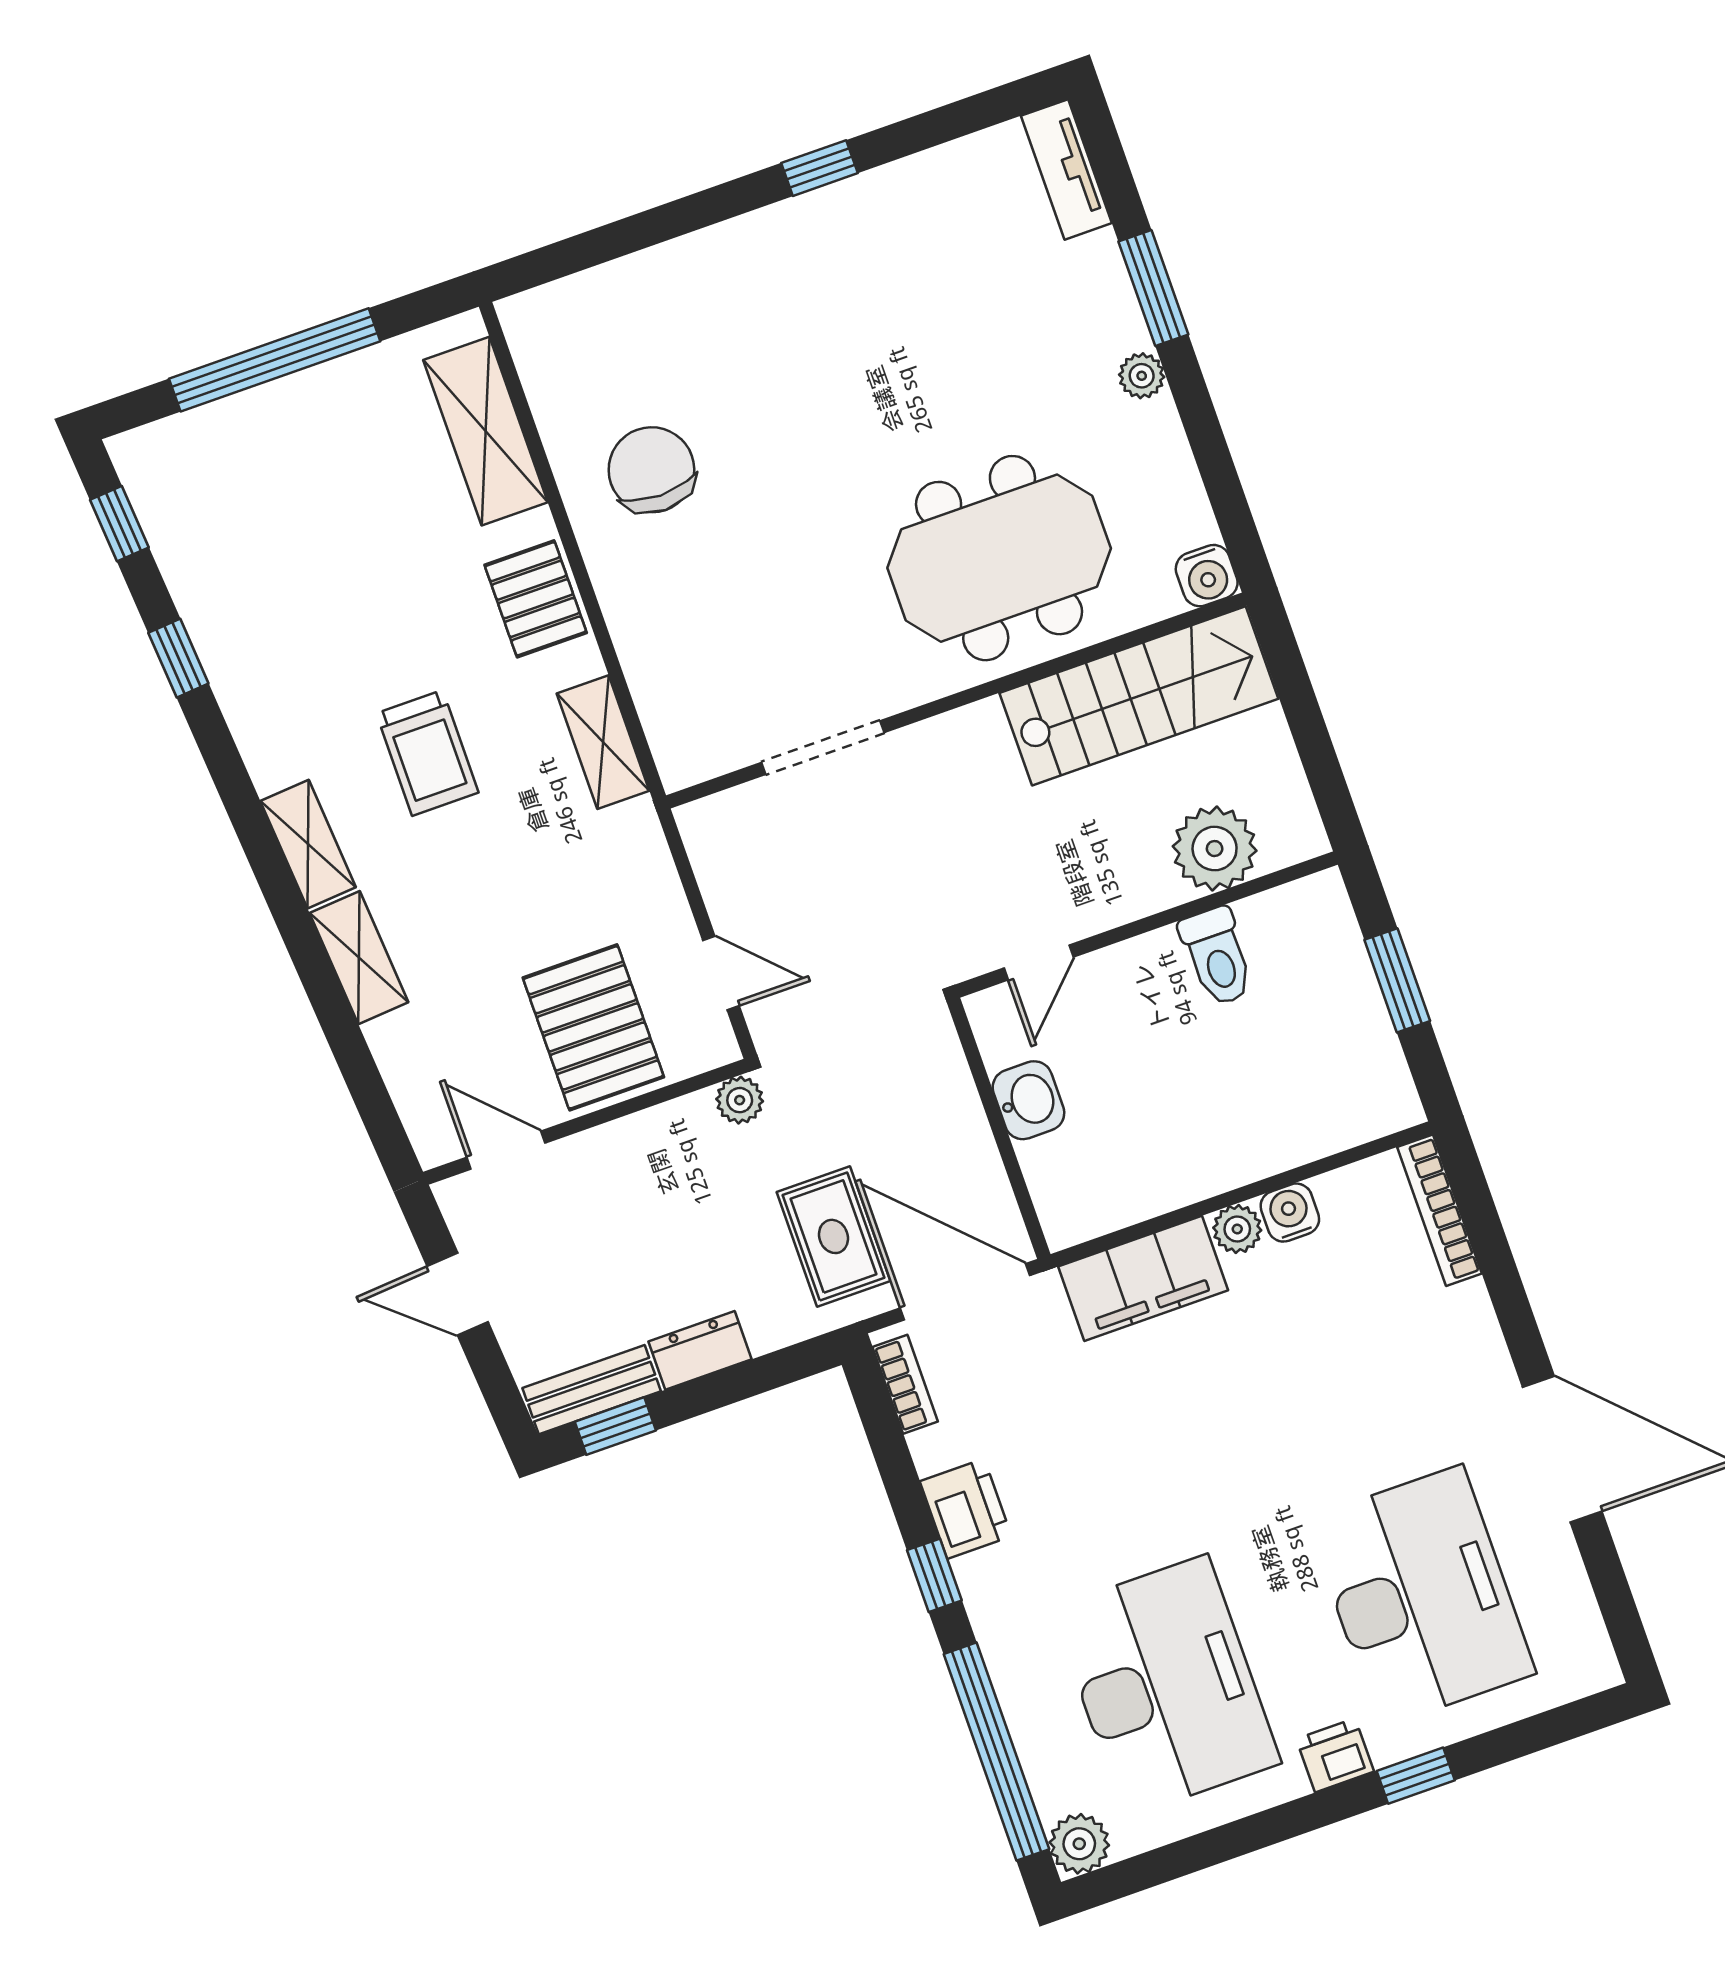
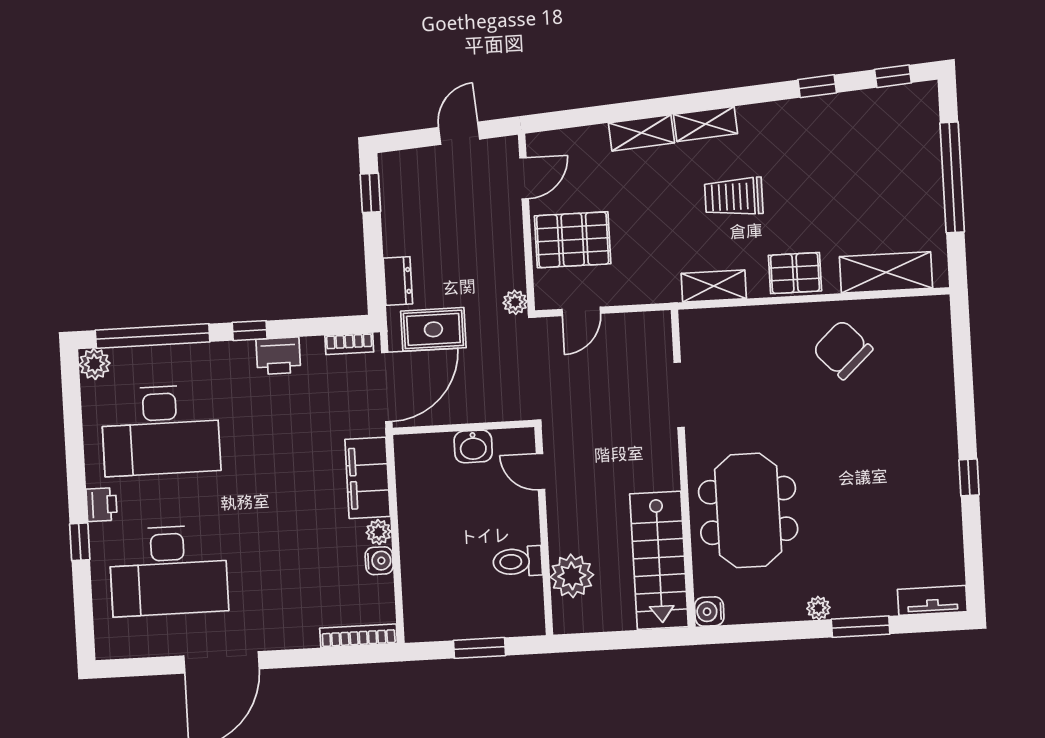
chair: (651, 470) -> (843, 350), turned -133
dresser: (700, 1350) -> (398, 281), moved
bench: (592, 1390) -> (392, 186), removed

